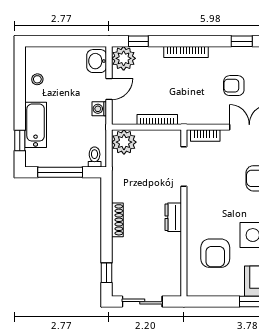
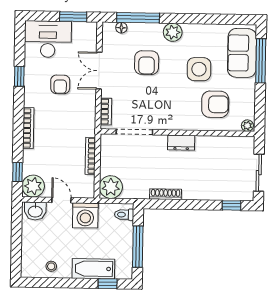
washing machine: (99, 109) -> (85, 215), width x1.89, depth x1.89
shoe rack: (117, 220) -> (166, 194), moved
plant: (193, 288) -> (247, 126), added

